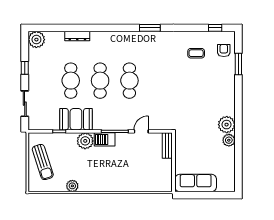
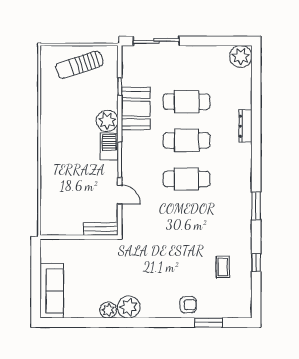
window: (215, 28) -> (256, 263), moved
dresser: (77, 36) -> (245, 126), moved
armchair: (224, 50) -> (188, 305), moved
window: (25, 68) -> (203, 41), removed
sliding door: (25, 104) -> (156, 41), width x1.37
sofa: (196, 183) -> (52, 291), moved
plant: (72, 186) -> (48, 104), removed

